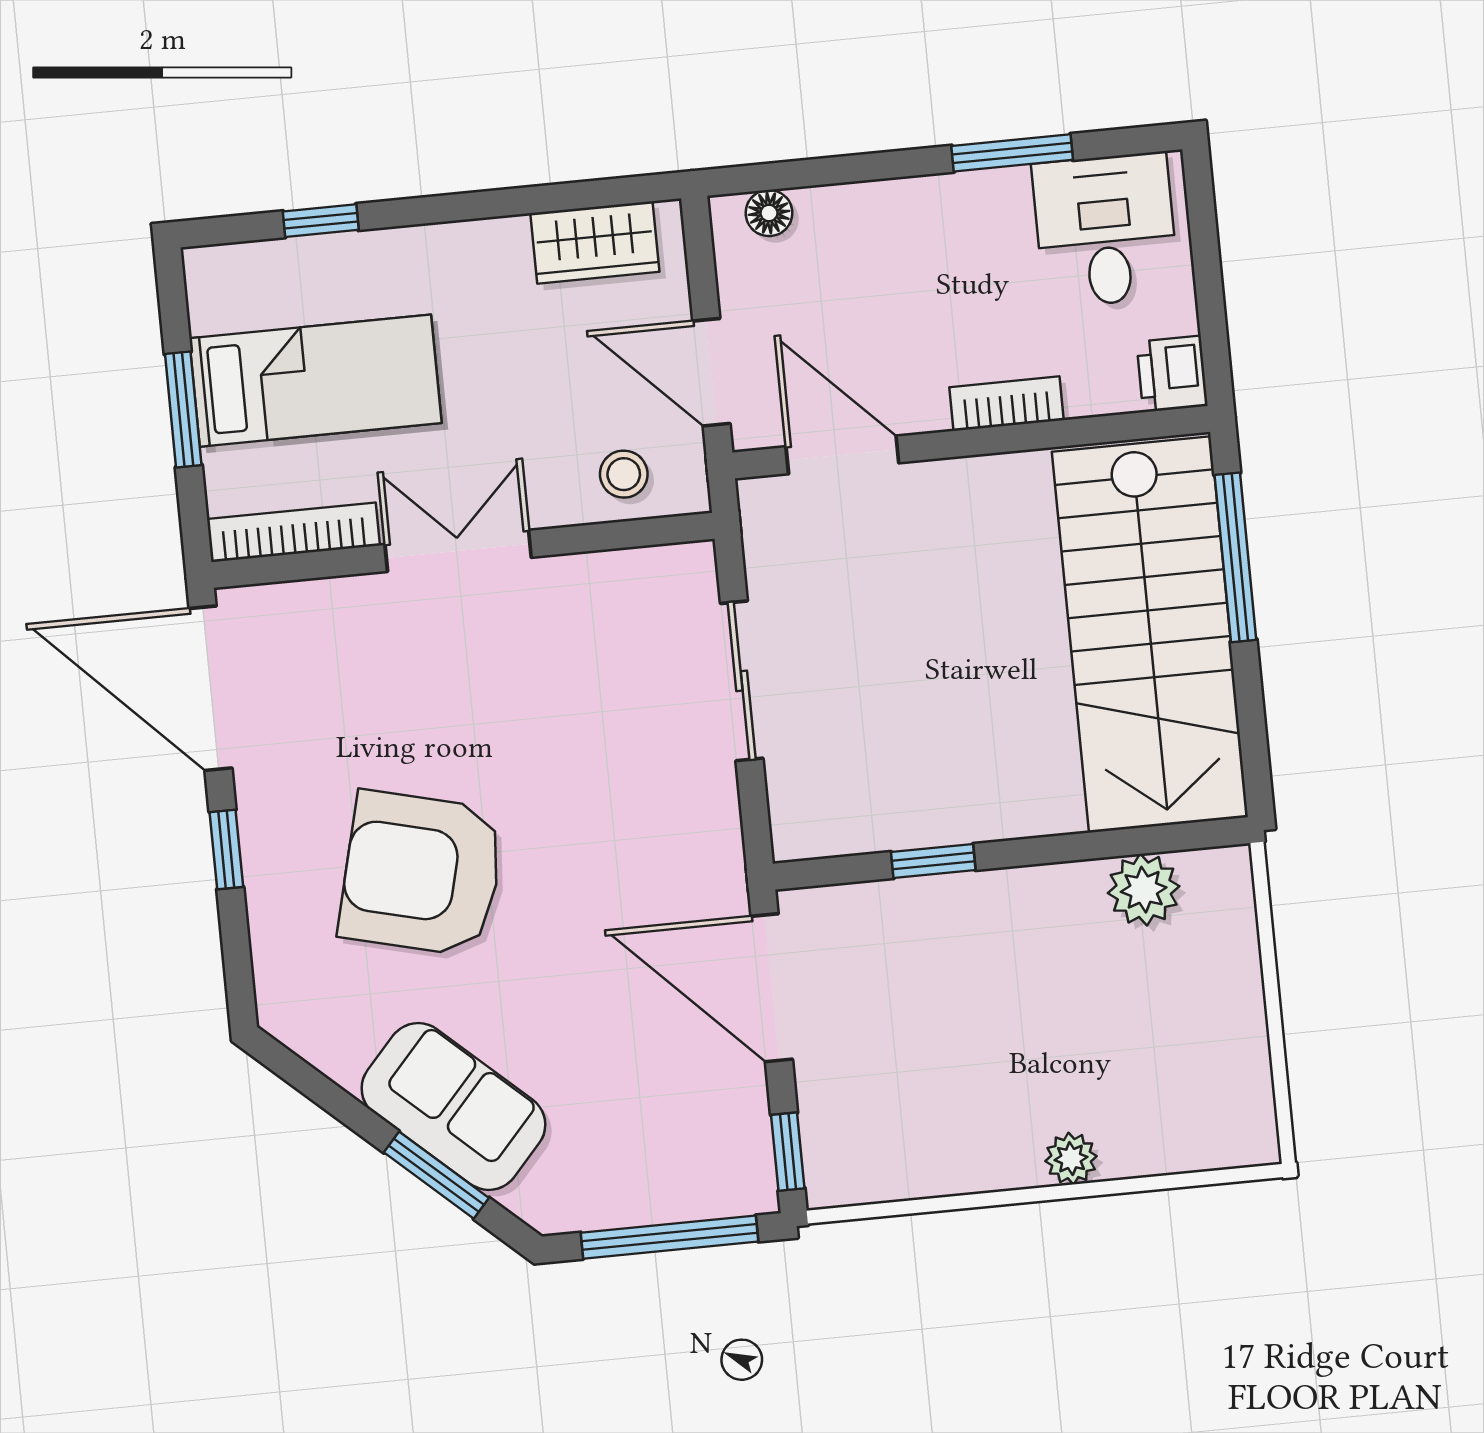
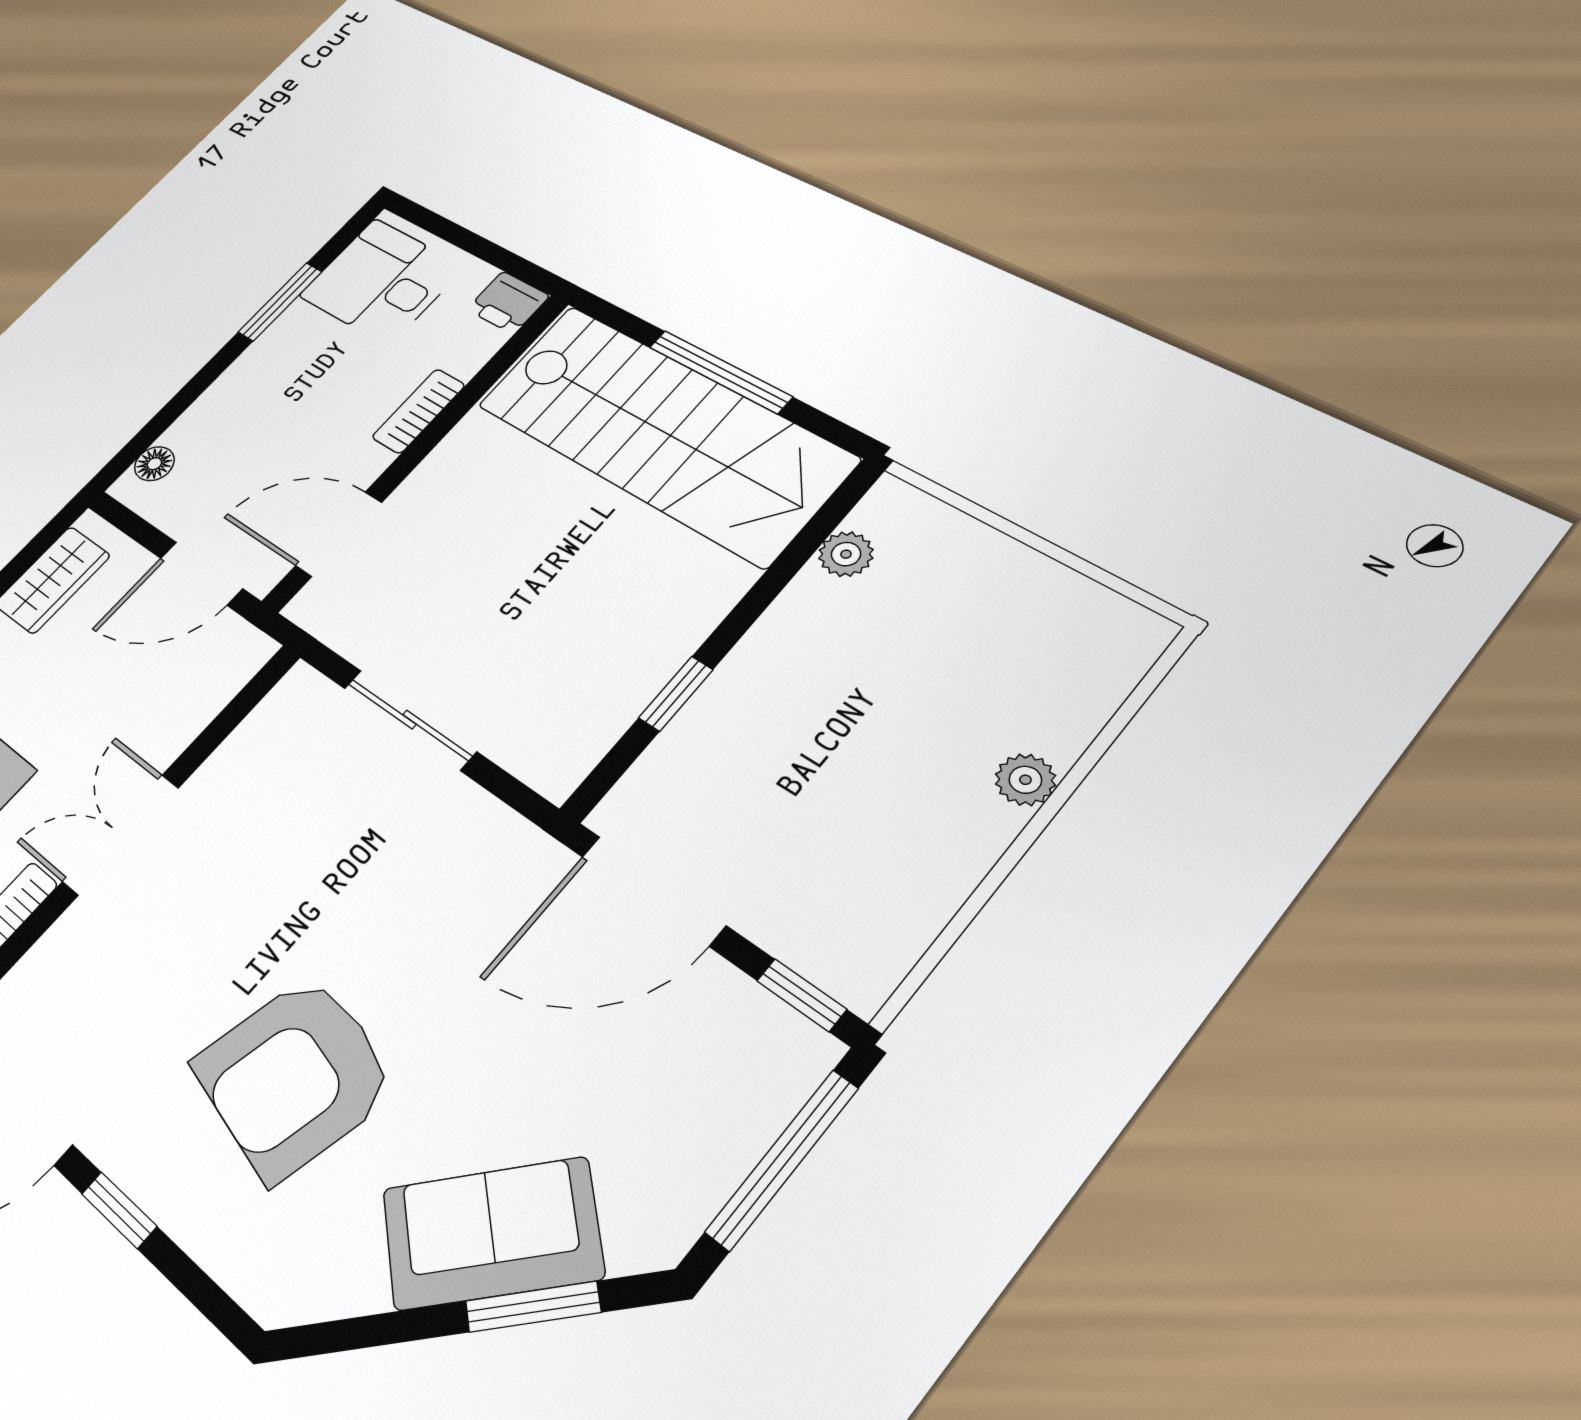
stool: (624, 474) -> (197, 681), removed
window: (1235, 557) -> (720, 372), moved
plant: (1144, 890) -> (846, 554), width x0.73, depth x0.73

